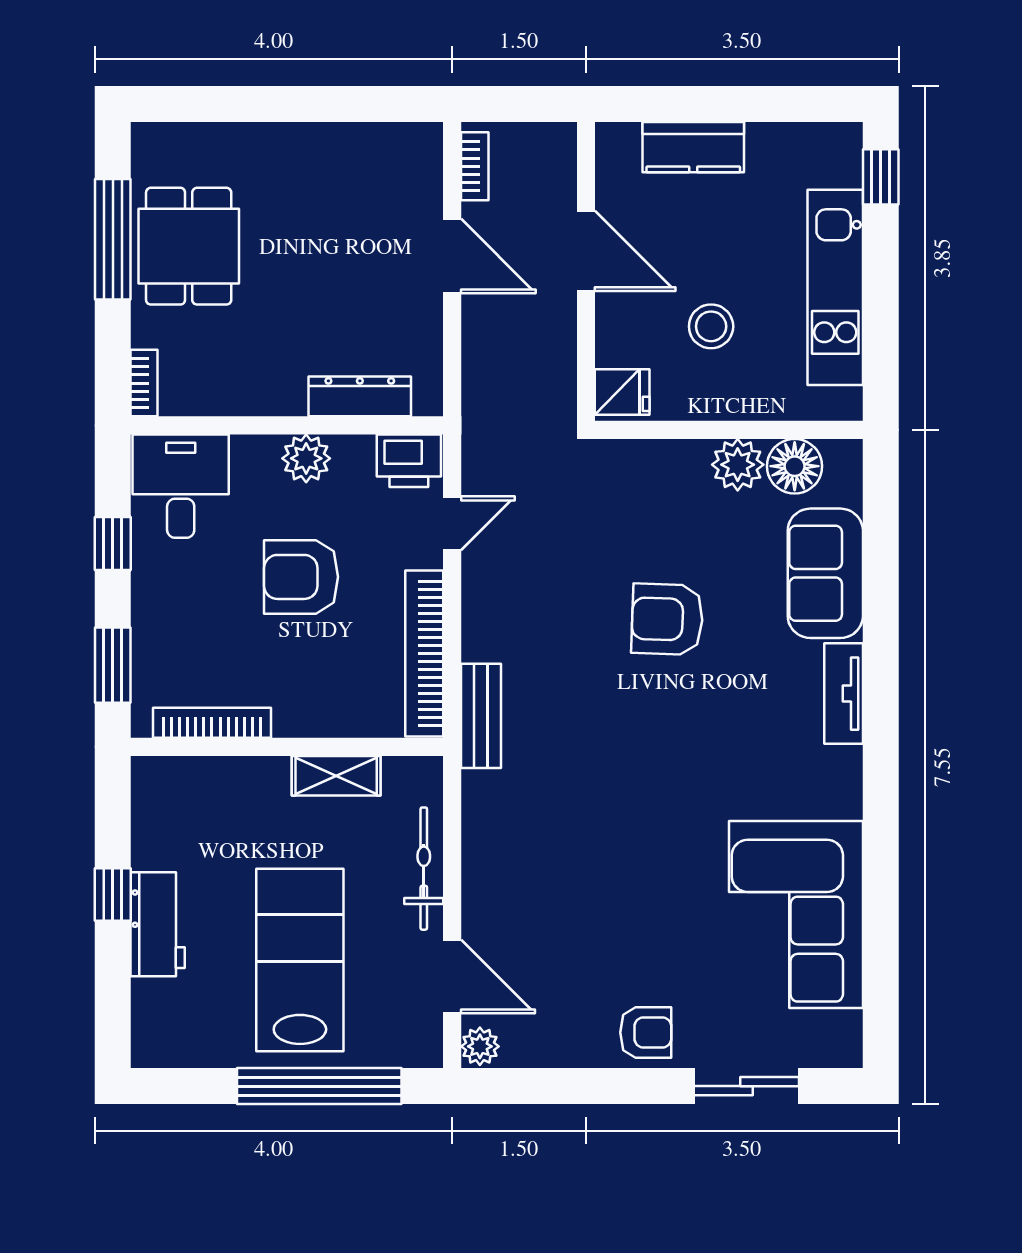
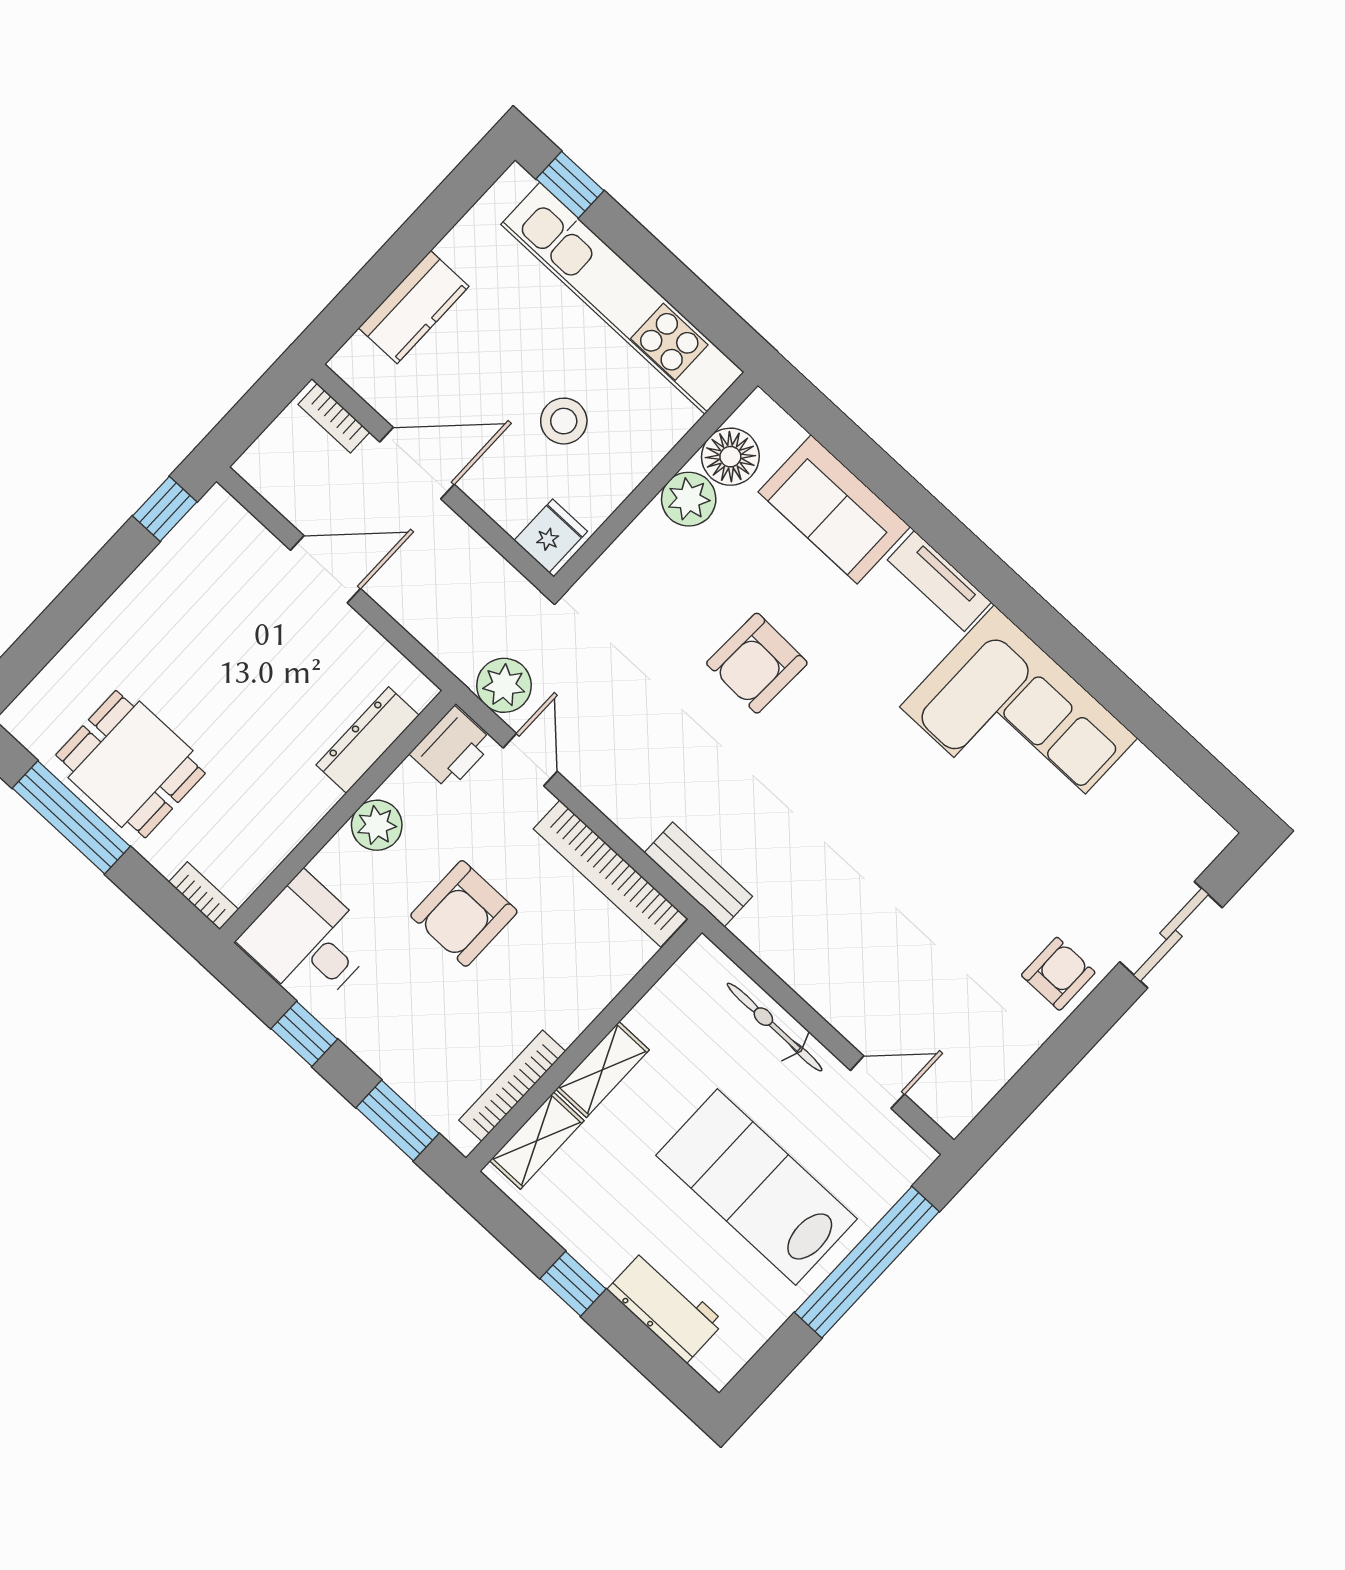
window: (390, 104) -> (165, 509), added
bookcase: (475, 166) -> (334, 418), moved, turned 180
kitchen unit: (835, 287) -> (622, 298), width x1.36
shelving: (189, 776) -> (537, 1141), added
shelving: (336, 776) -> (603, 1070), moved
corner sofa: (796, 915) -> (1019, 722), moved
workbench: (158, 924) -> (666, 1306), moved
door: (452, 976) -> (877, 1082), width x0.73
plant: (480, 1046) -> (504, 685), moved, width x1.38, depth x1.38

